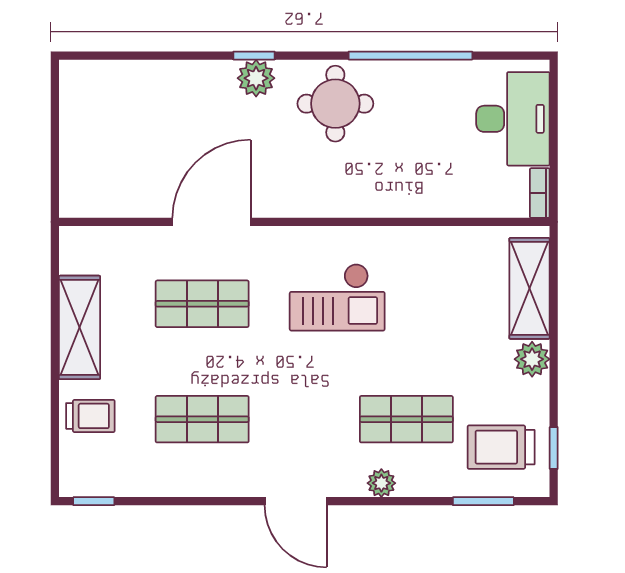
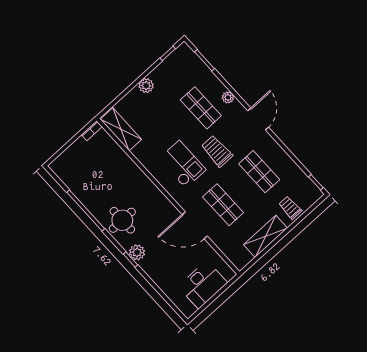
desk: (513, 119) -> (203, 285), moved, turned 180
shelving: (529, 288) -> (121, 129), moved, turned 90
trolley: (501, 447) -> (217, 151), moved, turned 180

